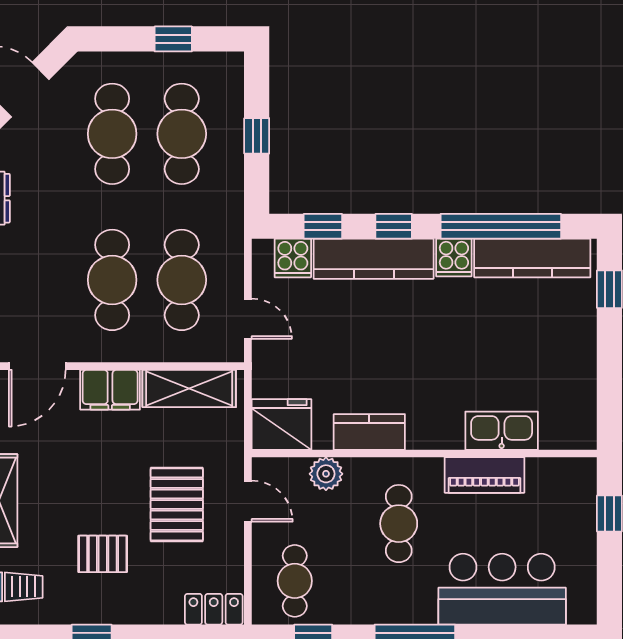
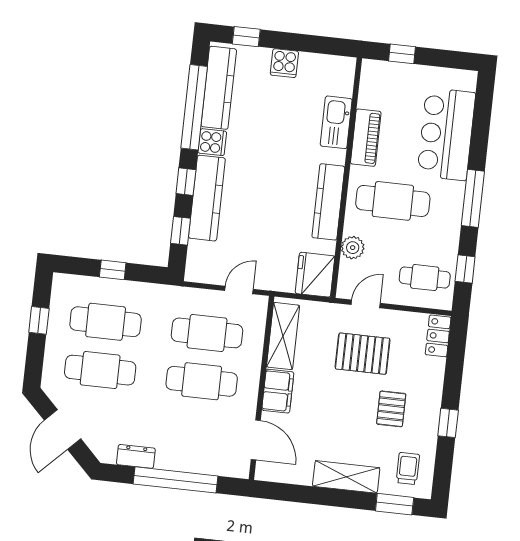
cooker: (293, 258) -> (284, 63), moved, turned 90
kitchen counter: (369, 432) -> (328, 202), width x1.50
cafe table: (399, 524) -> (393, 201), width x1.37, depth x1.35

